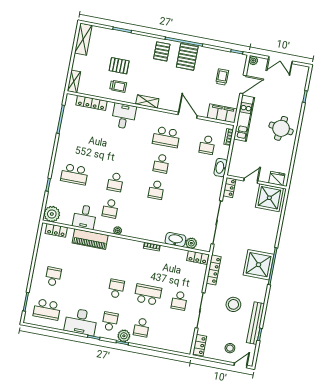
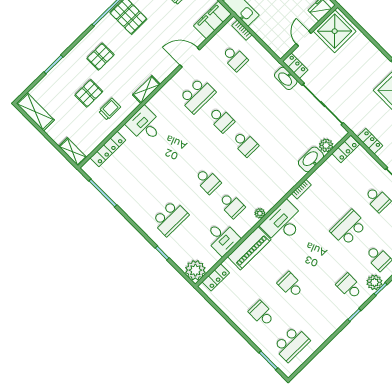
pallet: (162, 51) -> (100, 57), moved, turned 90
washbasin: (221, 168) -> (286, 78), moved
locker: (214, 270) -> (370, 141), width x0.66
school desk: (116, 289) -> (291, 285), moved
desk: (81, 322) -> (283, 223), moved, turned 180

